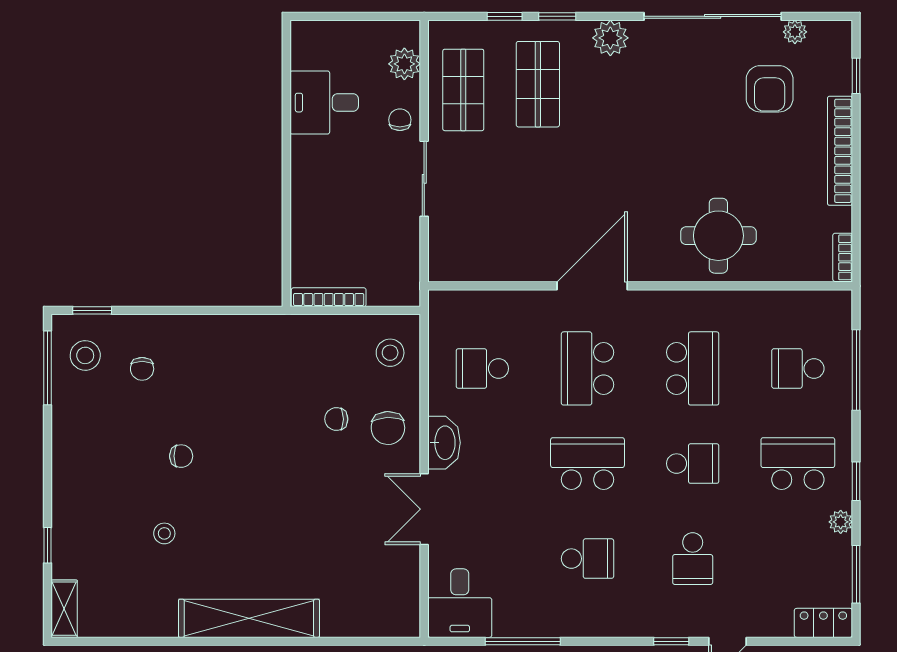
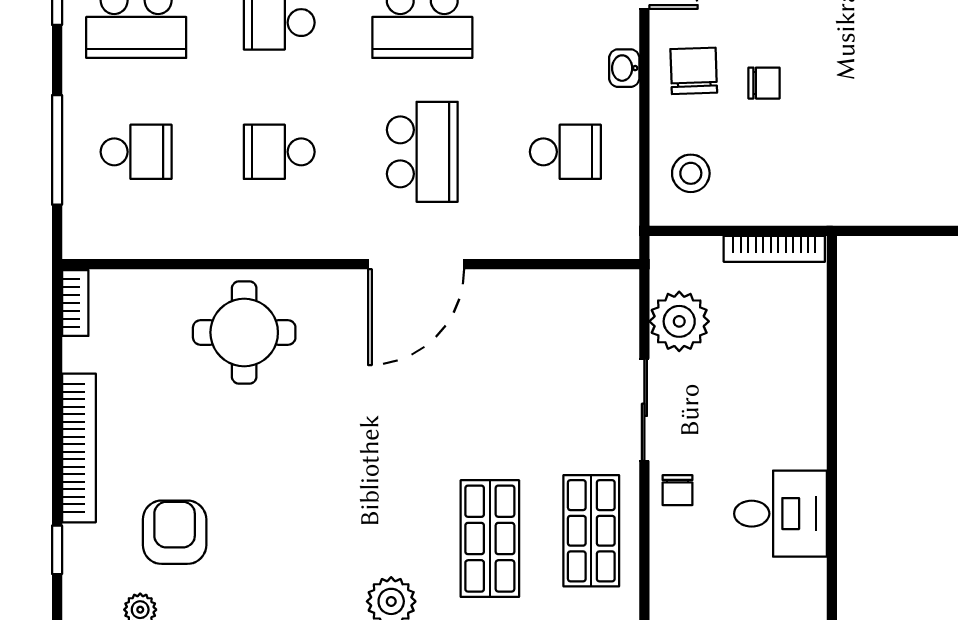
plant: (404, 64) -> (679, 321), moved, width x1.36, depth x1.36
school desk: (693, 368) -> (279, 152), width x0.54
washbasin: (444, 443) -> (624, 68), width x0.52, depth x0.69

